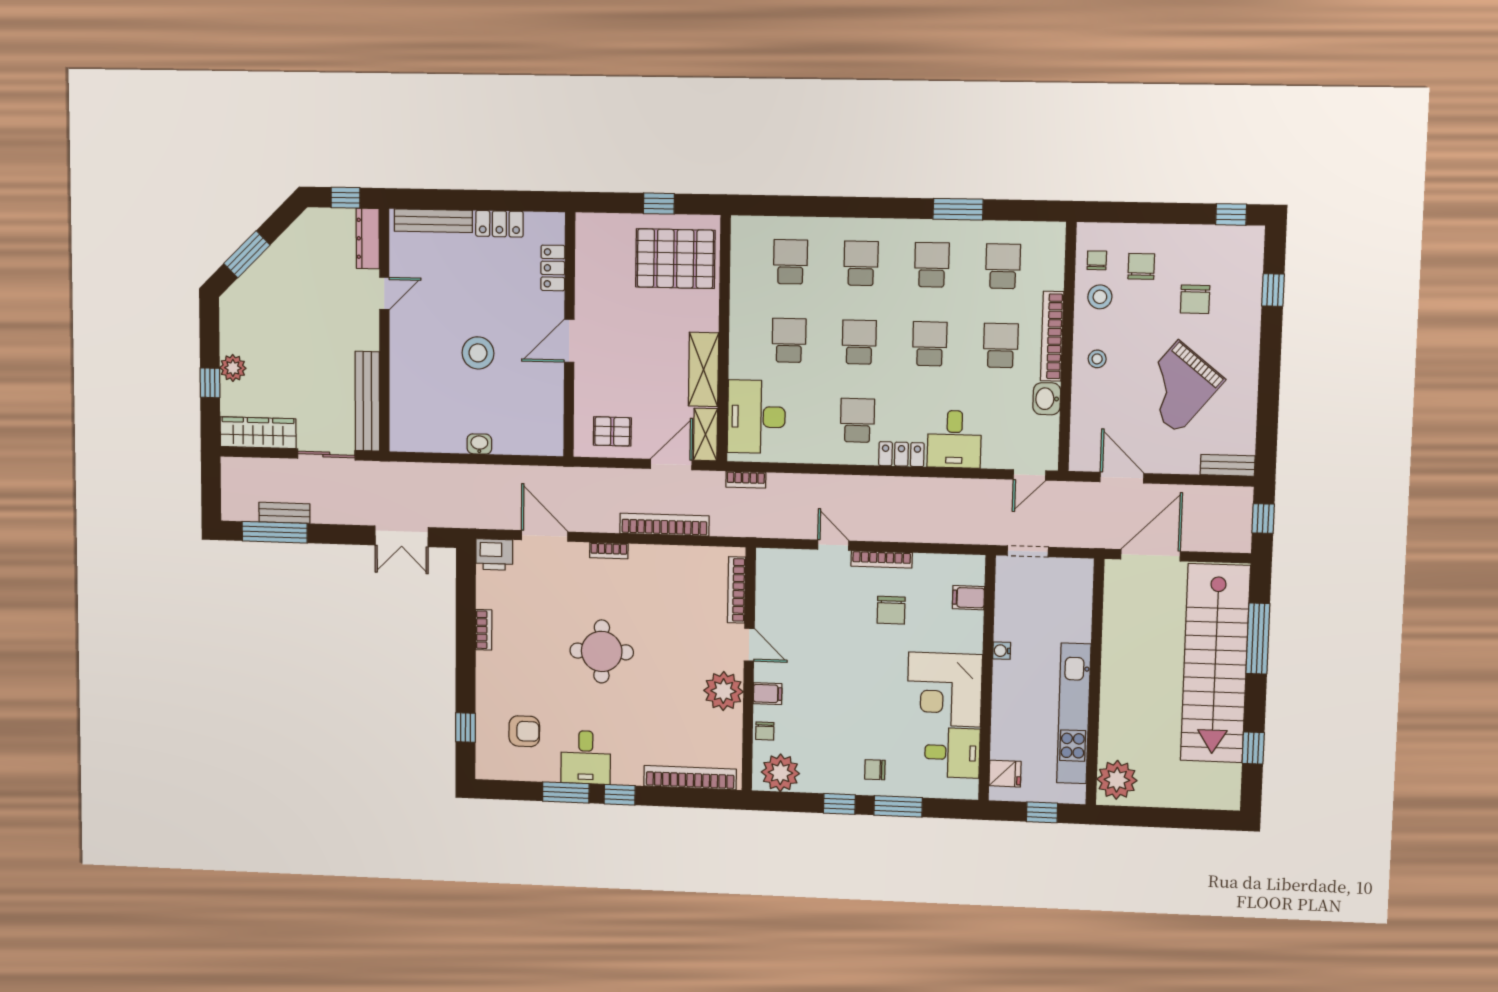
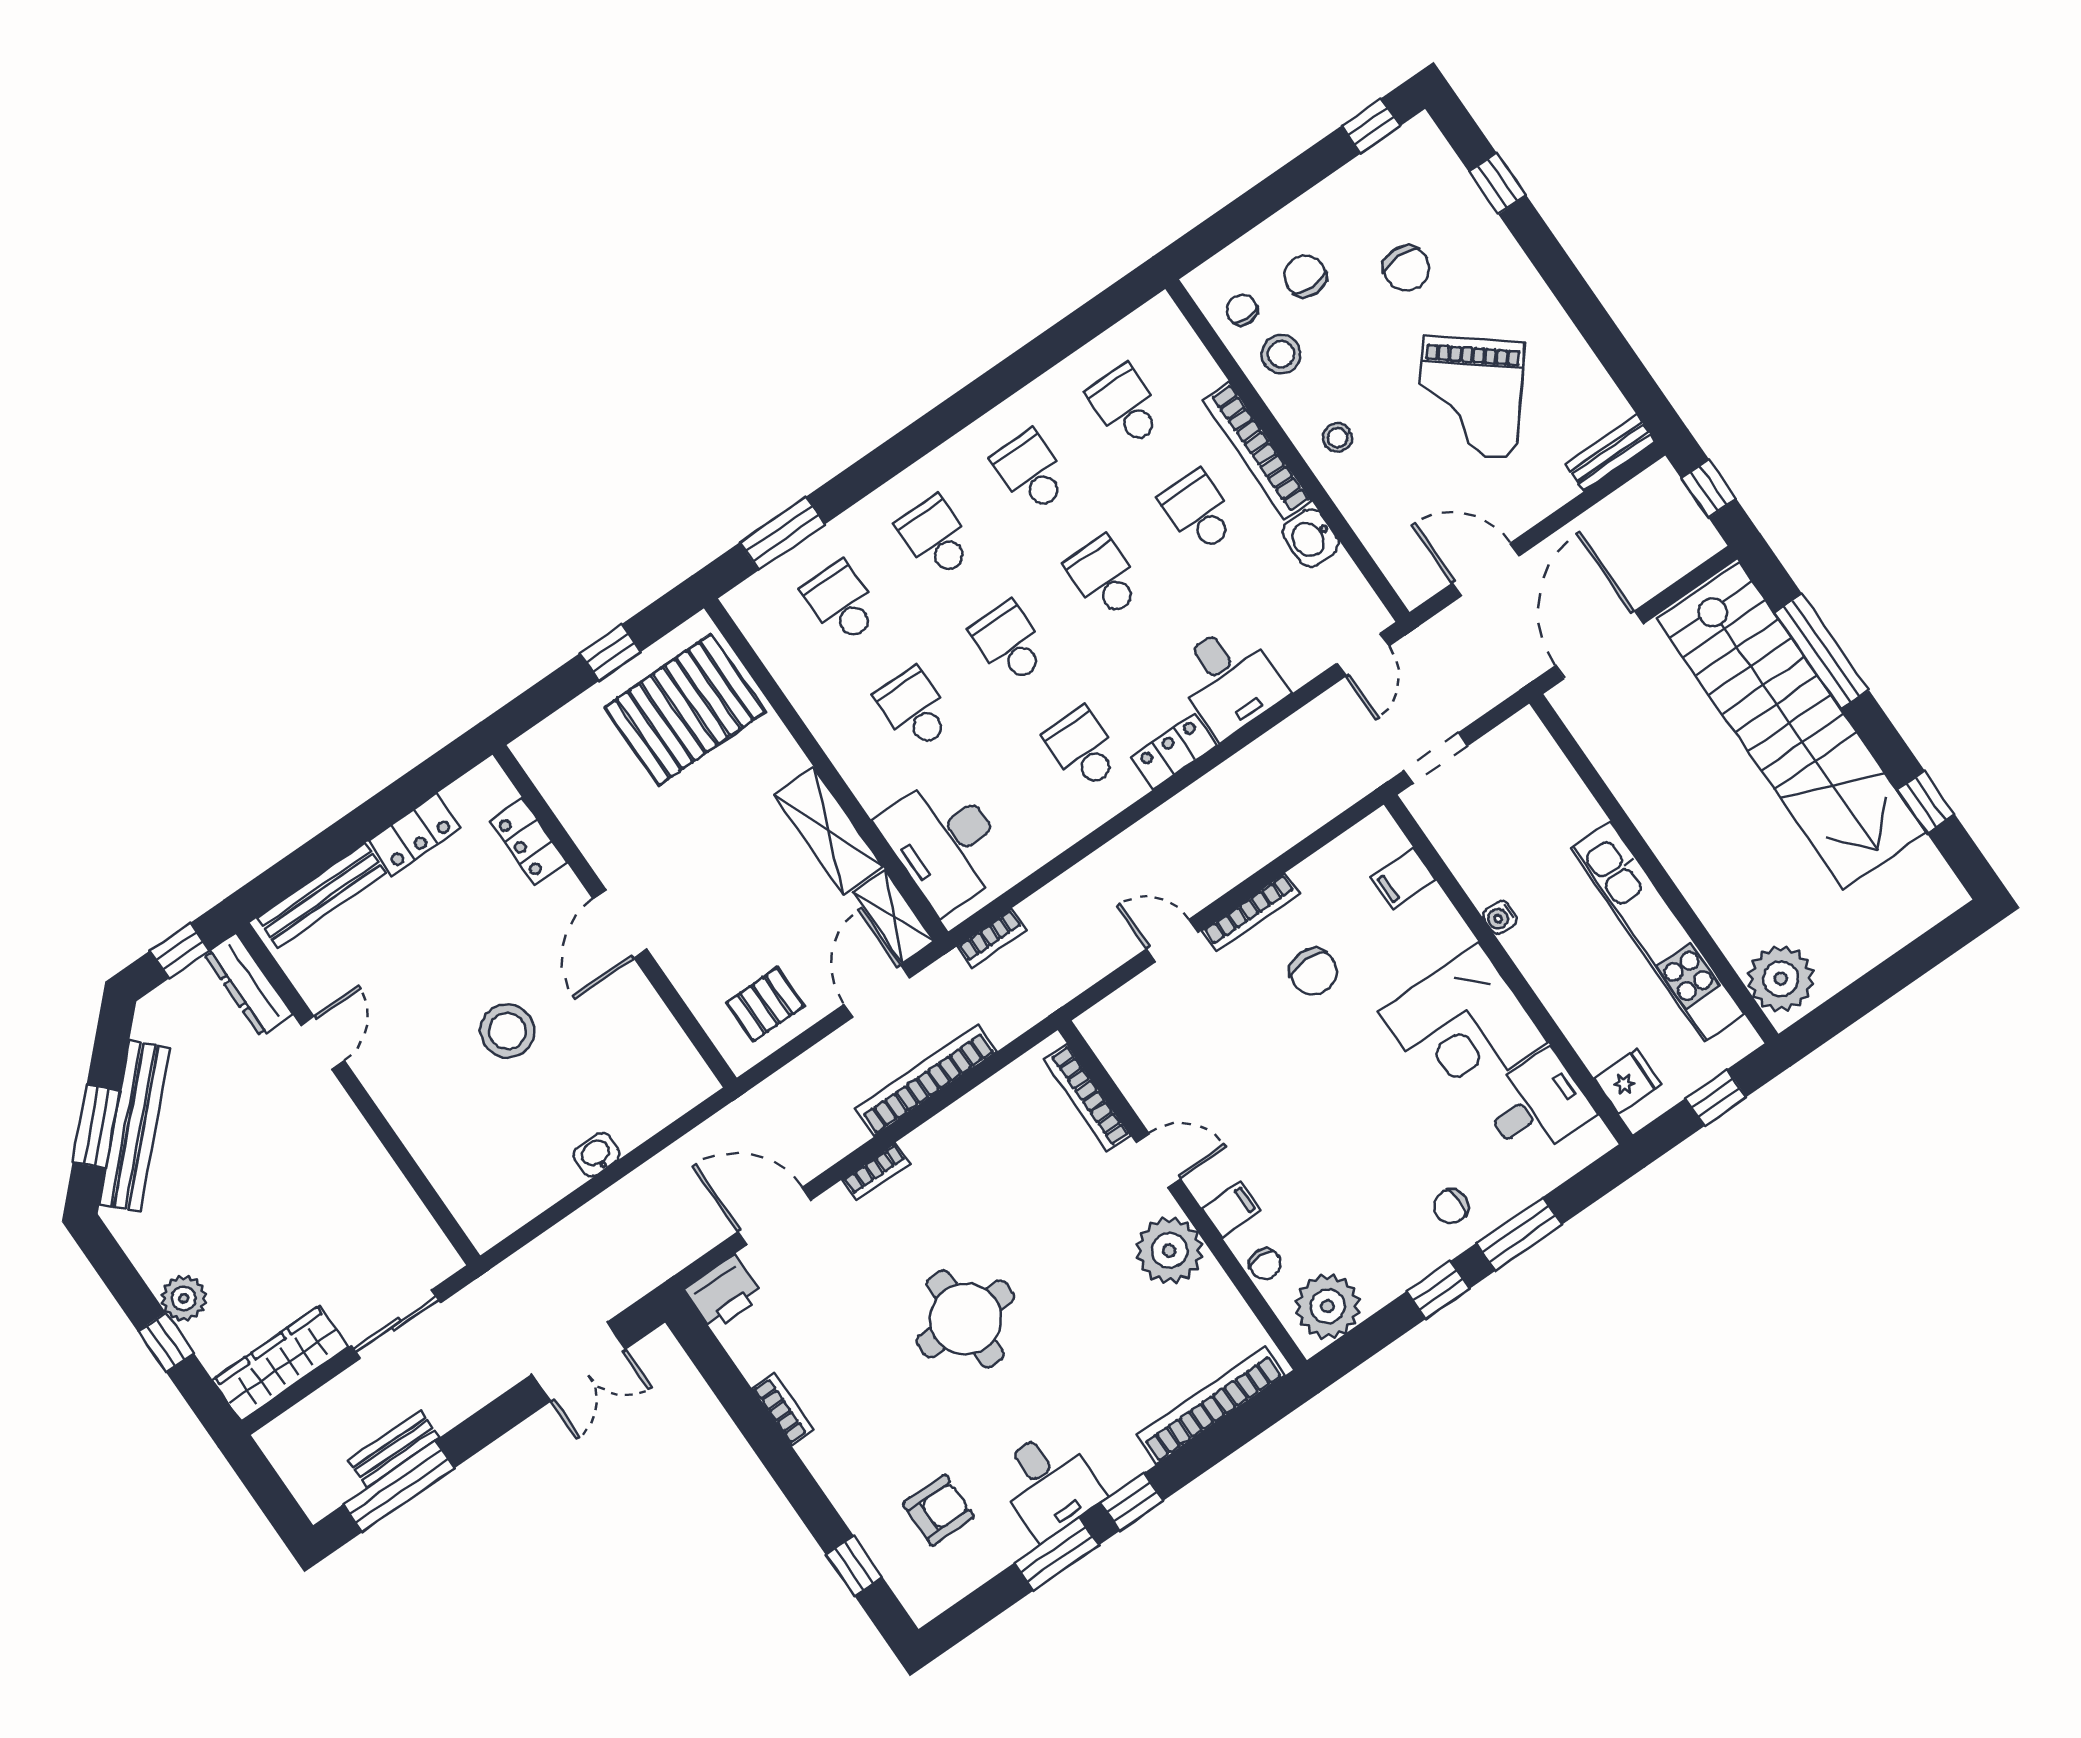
window: (958, 209) -> (782, 533), moved
bench: (367, 401) -> (135, 1126), moved, turned 45

